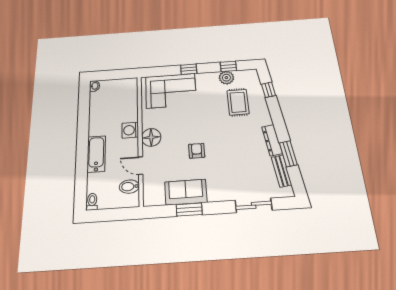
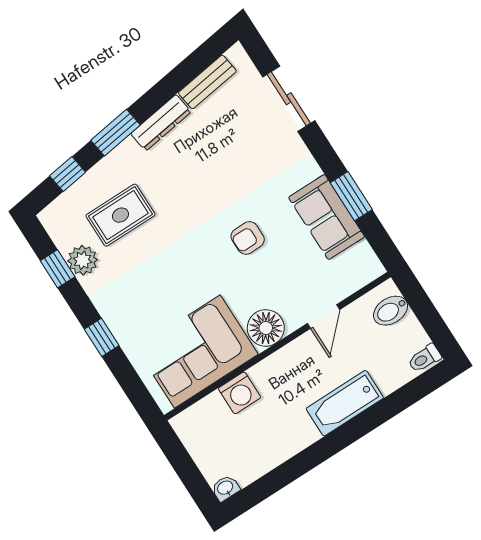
corner sofa: (171, 91) -> (197, 351), moved, turned -90
washing machine: (130, 130) -> (239, 393), moved
window: (288, 154) -> (115, 133), moved
bidet: (129, 187) -> (391, 311), moved, turned 90

